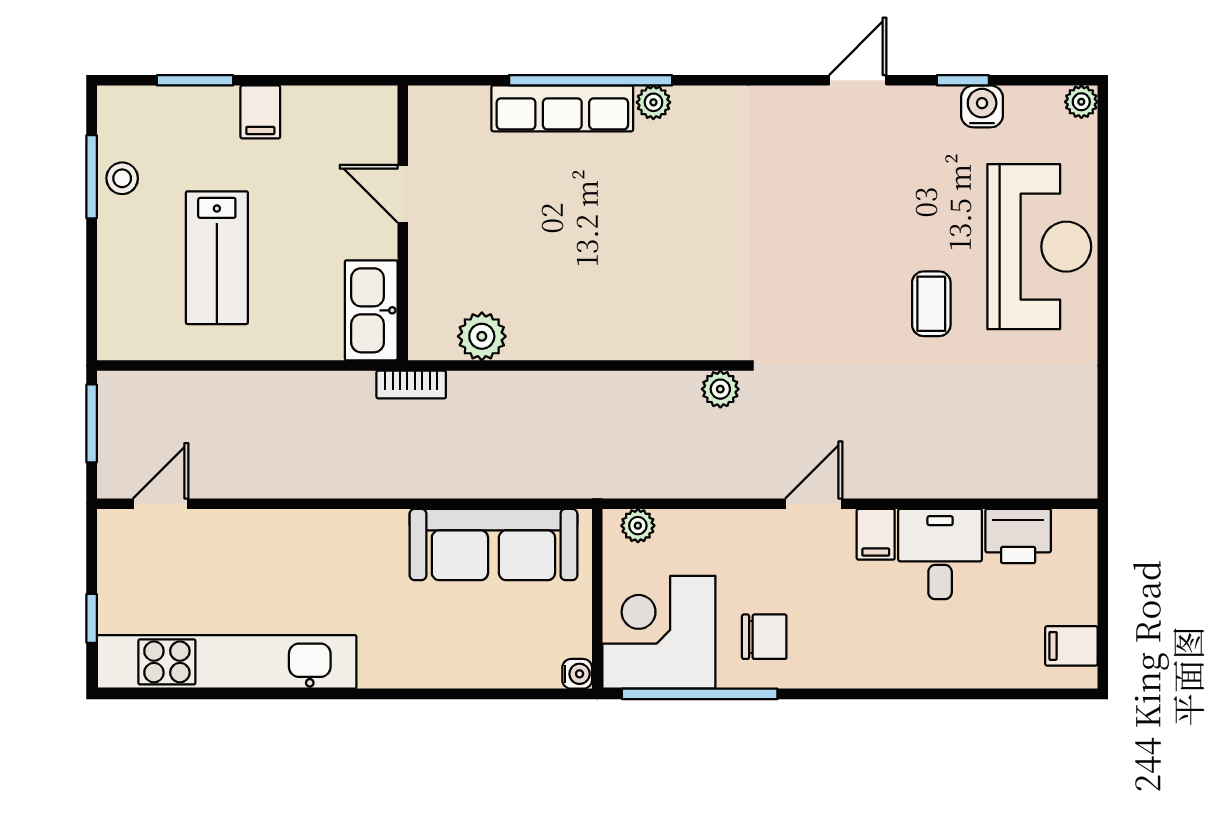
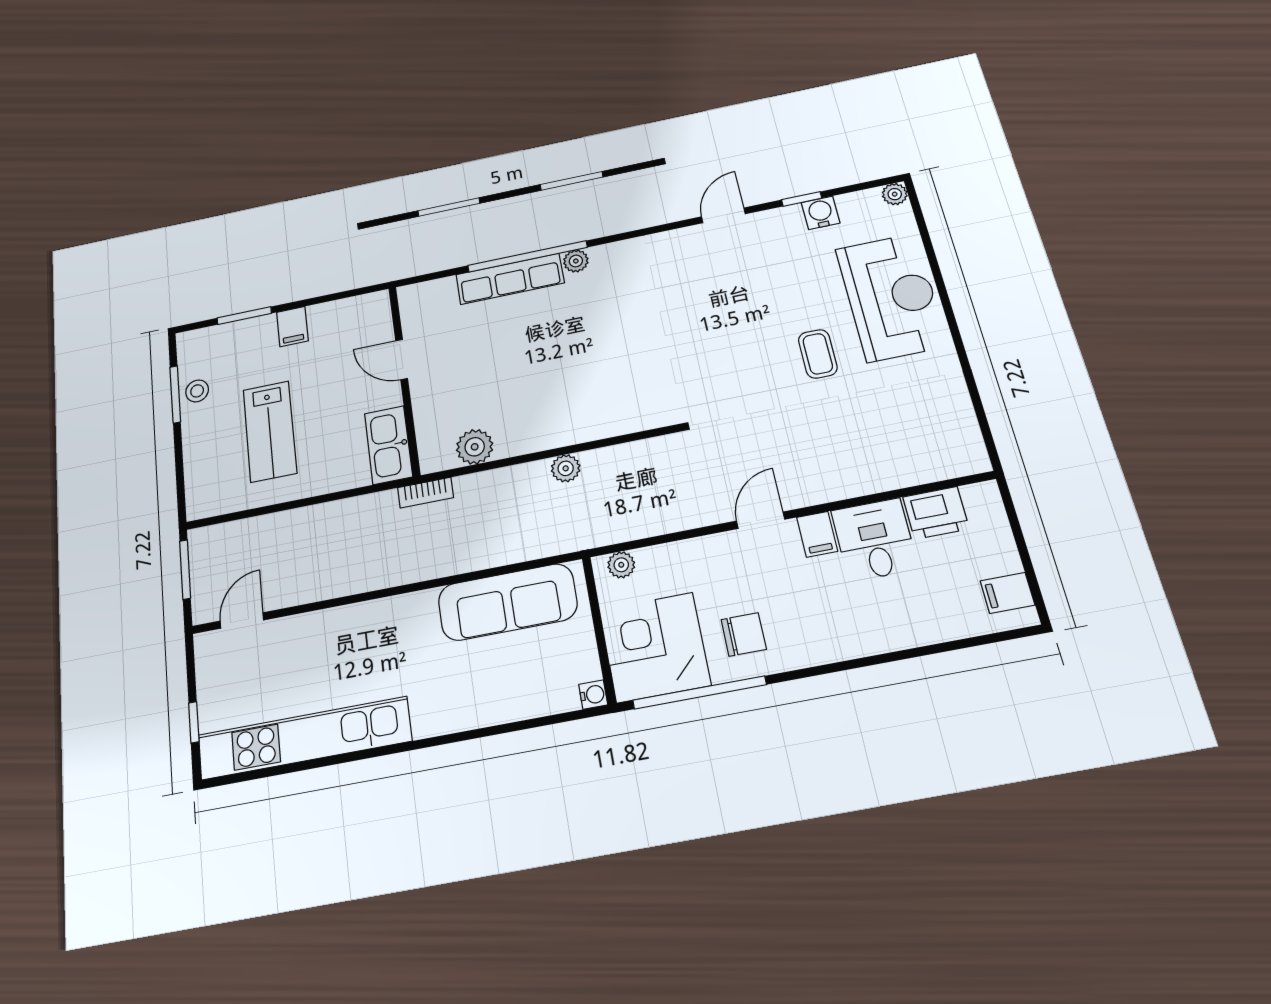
plant: (720, 389) -> (566, 468), moved

